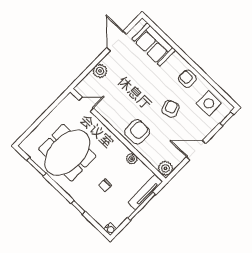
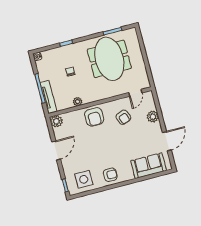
door: (117, 41) -> (167, 141), hinge flipped
armchair: (171, 109) -> (123, 117), moved

